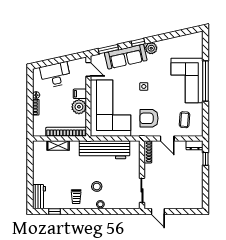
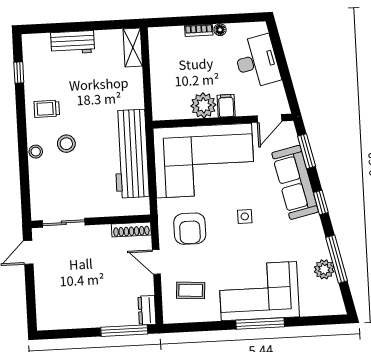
window: (171, 35) -> (337, 259), added
plant: (151, 48) -> (324, 269), moved
window: (206, 81) -> (260, 324), width x0.68
armchair: (149, 118) -> (190, 229), turned 180
bookcase: (66, 132) -> (159, 85), removed
door: (167, 138) -> (156, 262), hinge flipped
shelving: (58, 146) -> (133, 48), moved
window: (206, 159) -> (124, 331), width x2.17
workbench: (39, 197) -> (73, 43), moved

